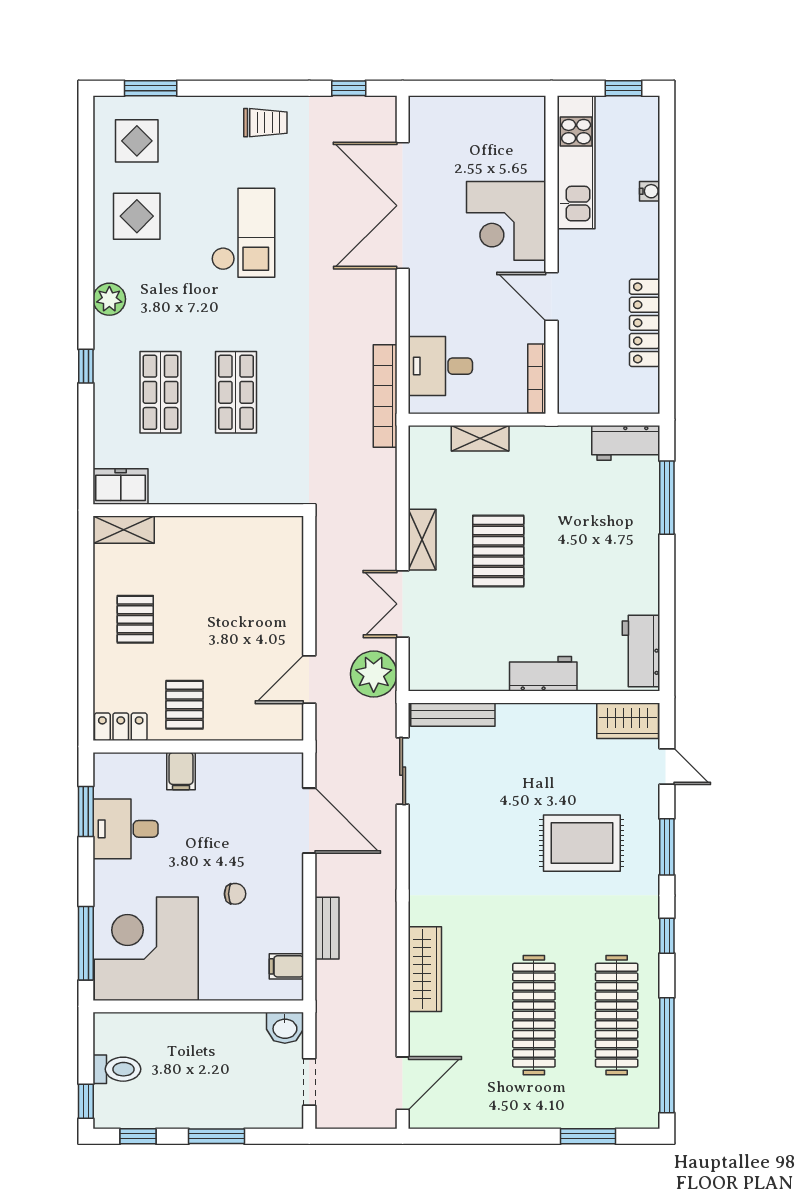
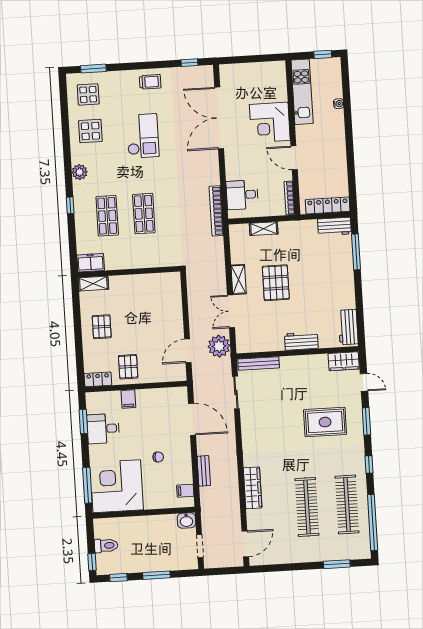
locker: (645, 323) -> (328, 205), moved, turned 90

